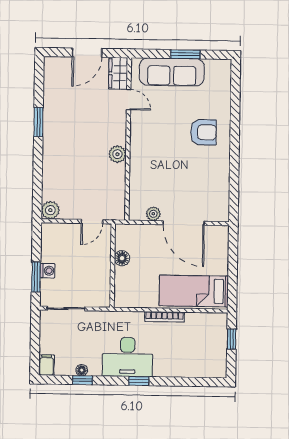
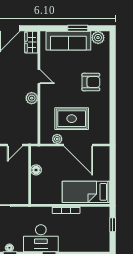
plant: (215, 68) -> (98, 38), added
door: (129, 100) -> (39, 77), moved
rug: (175, 185) -> (72, 119), added

